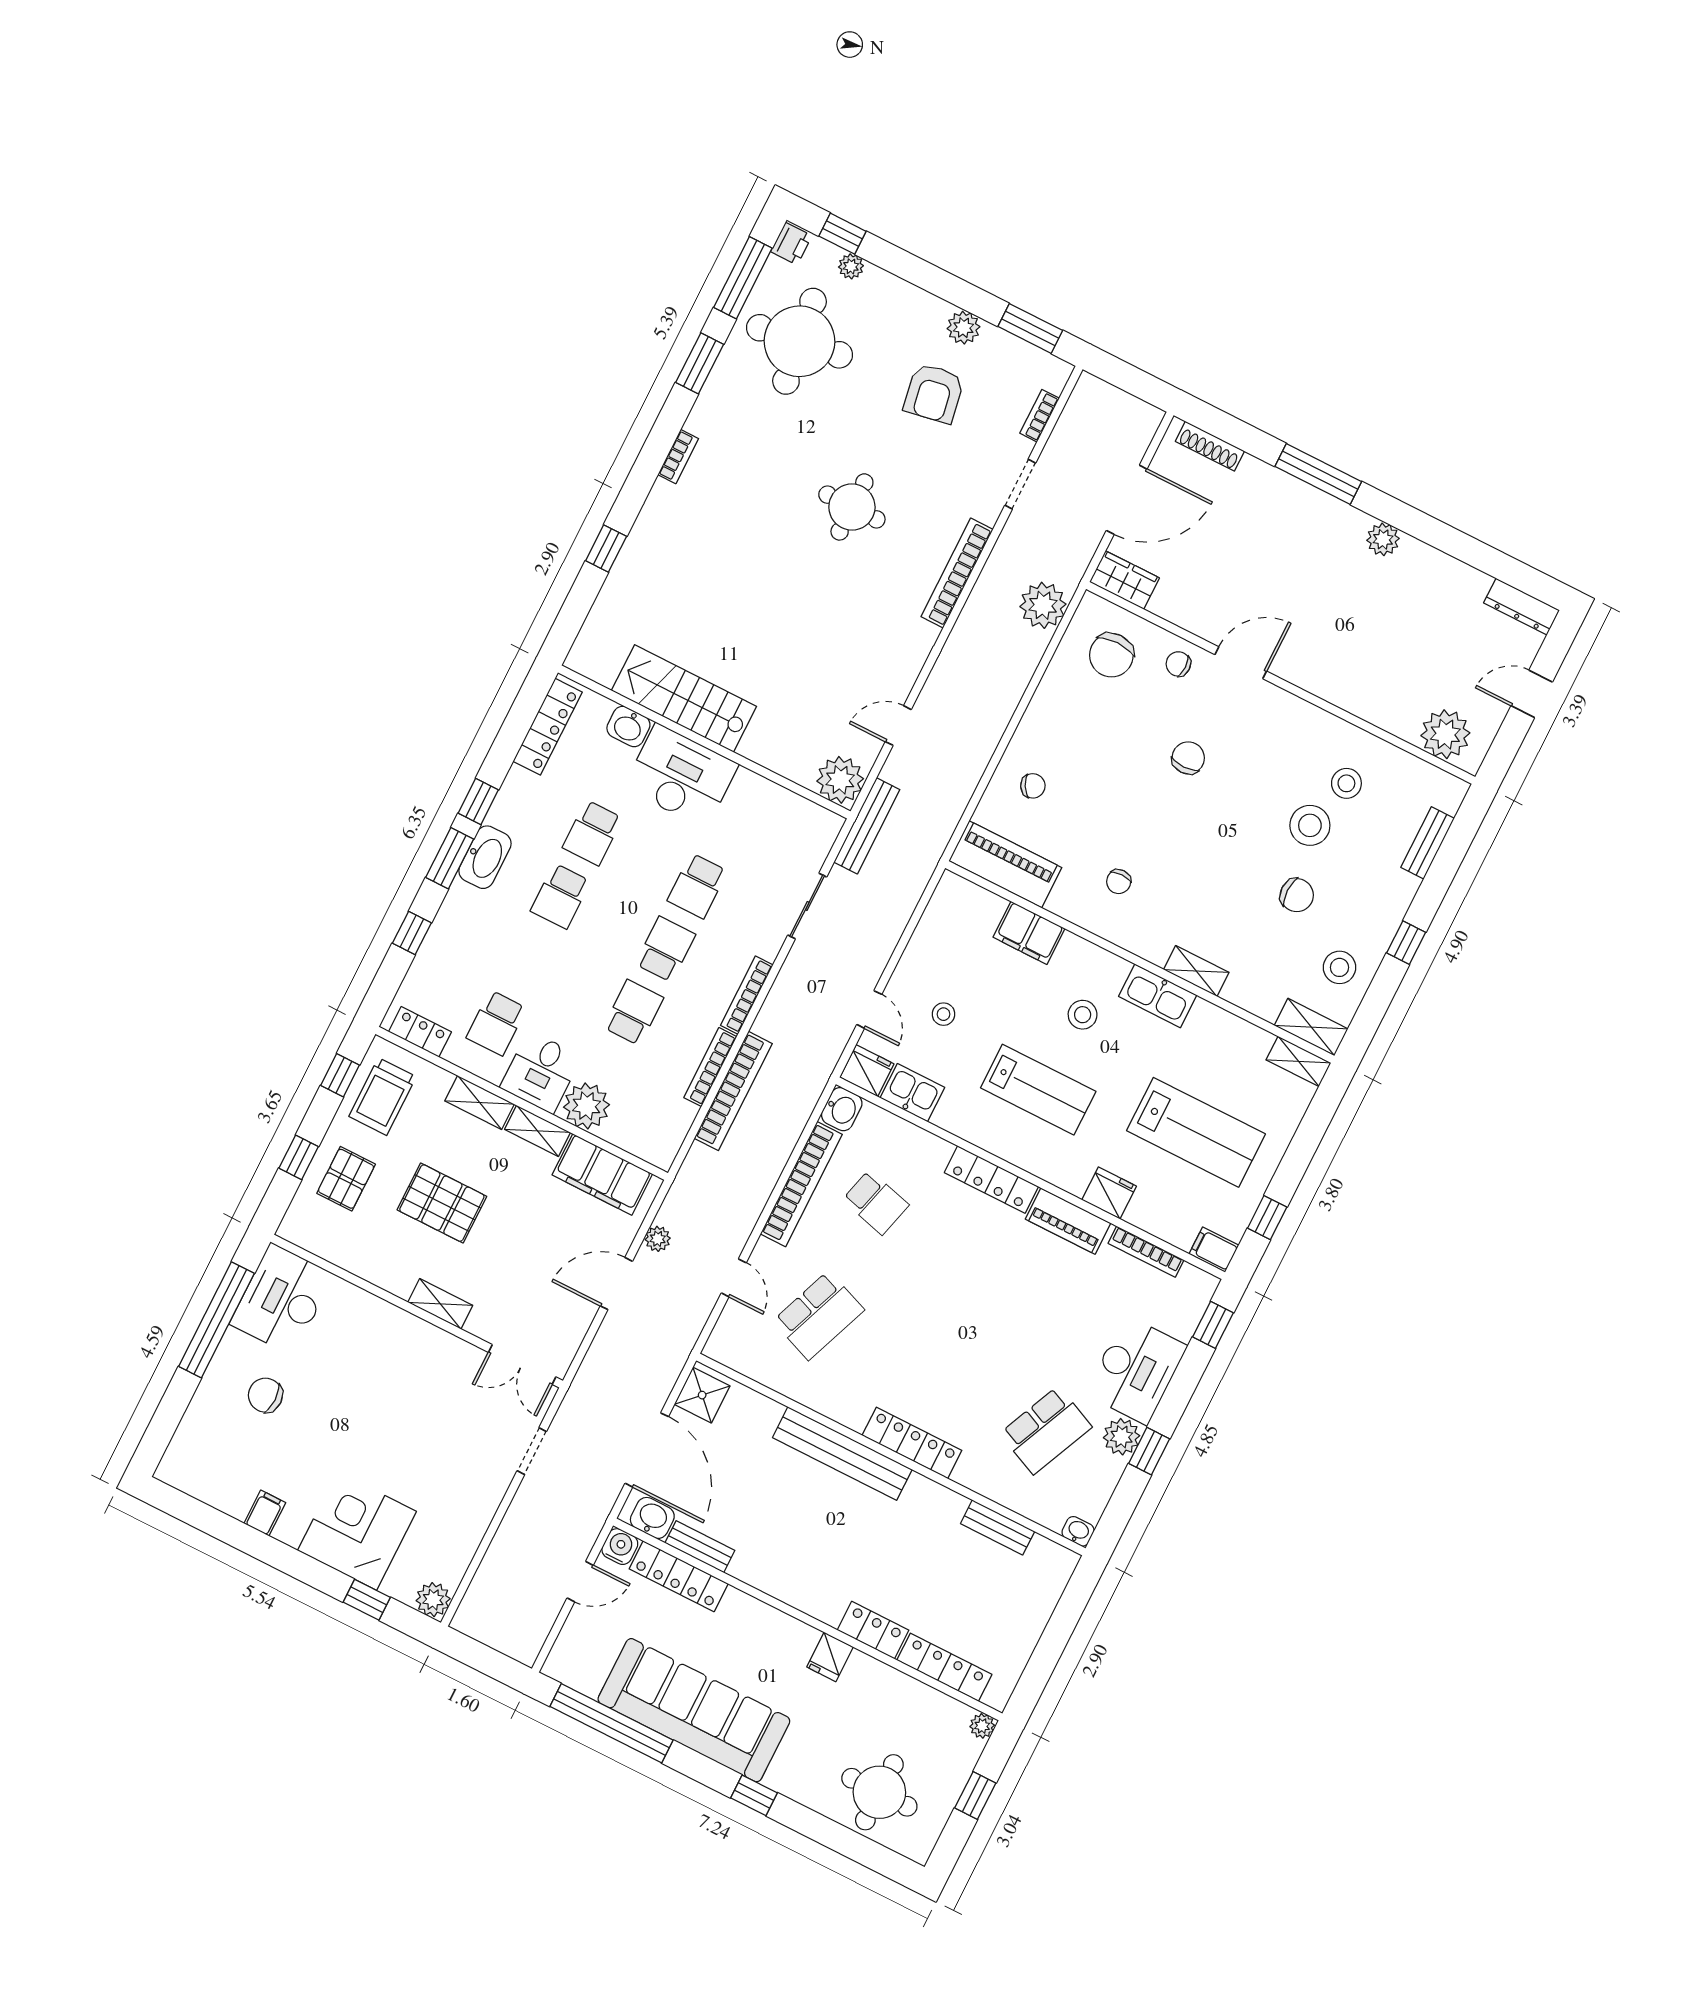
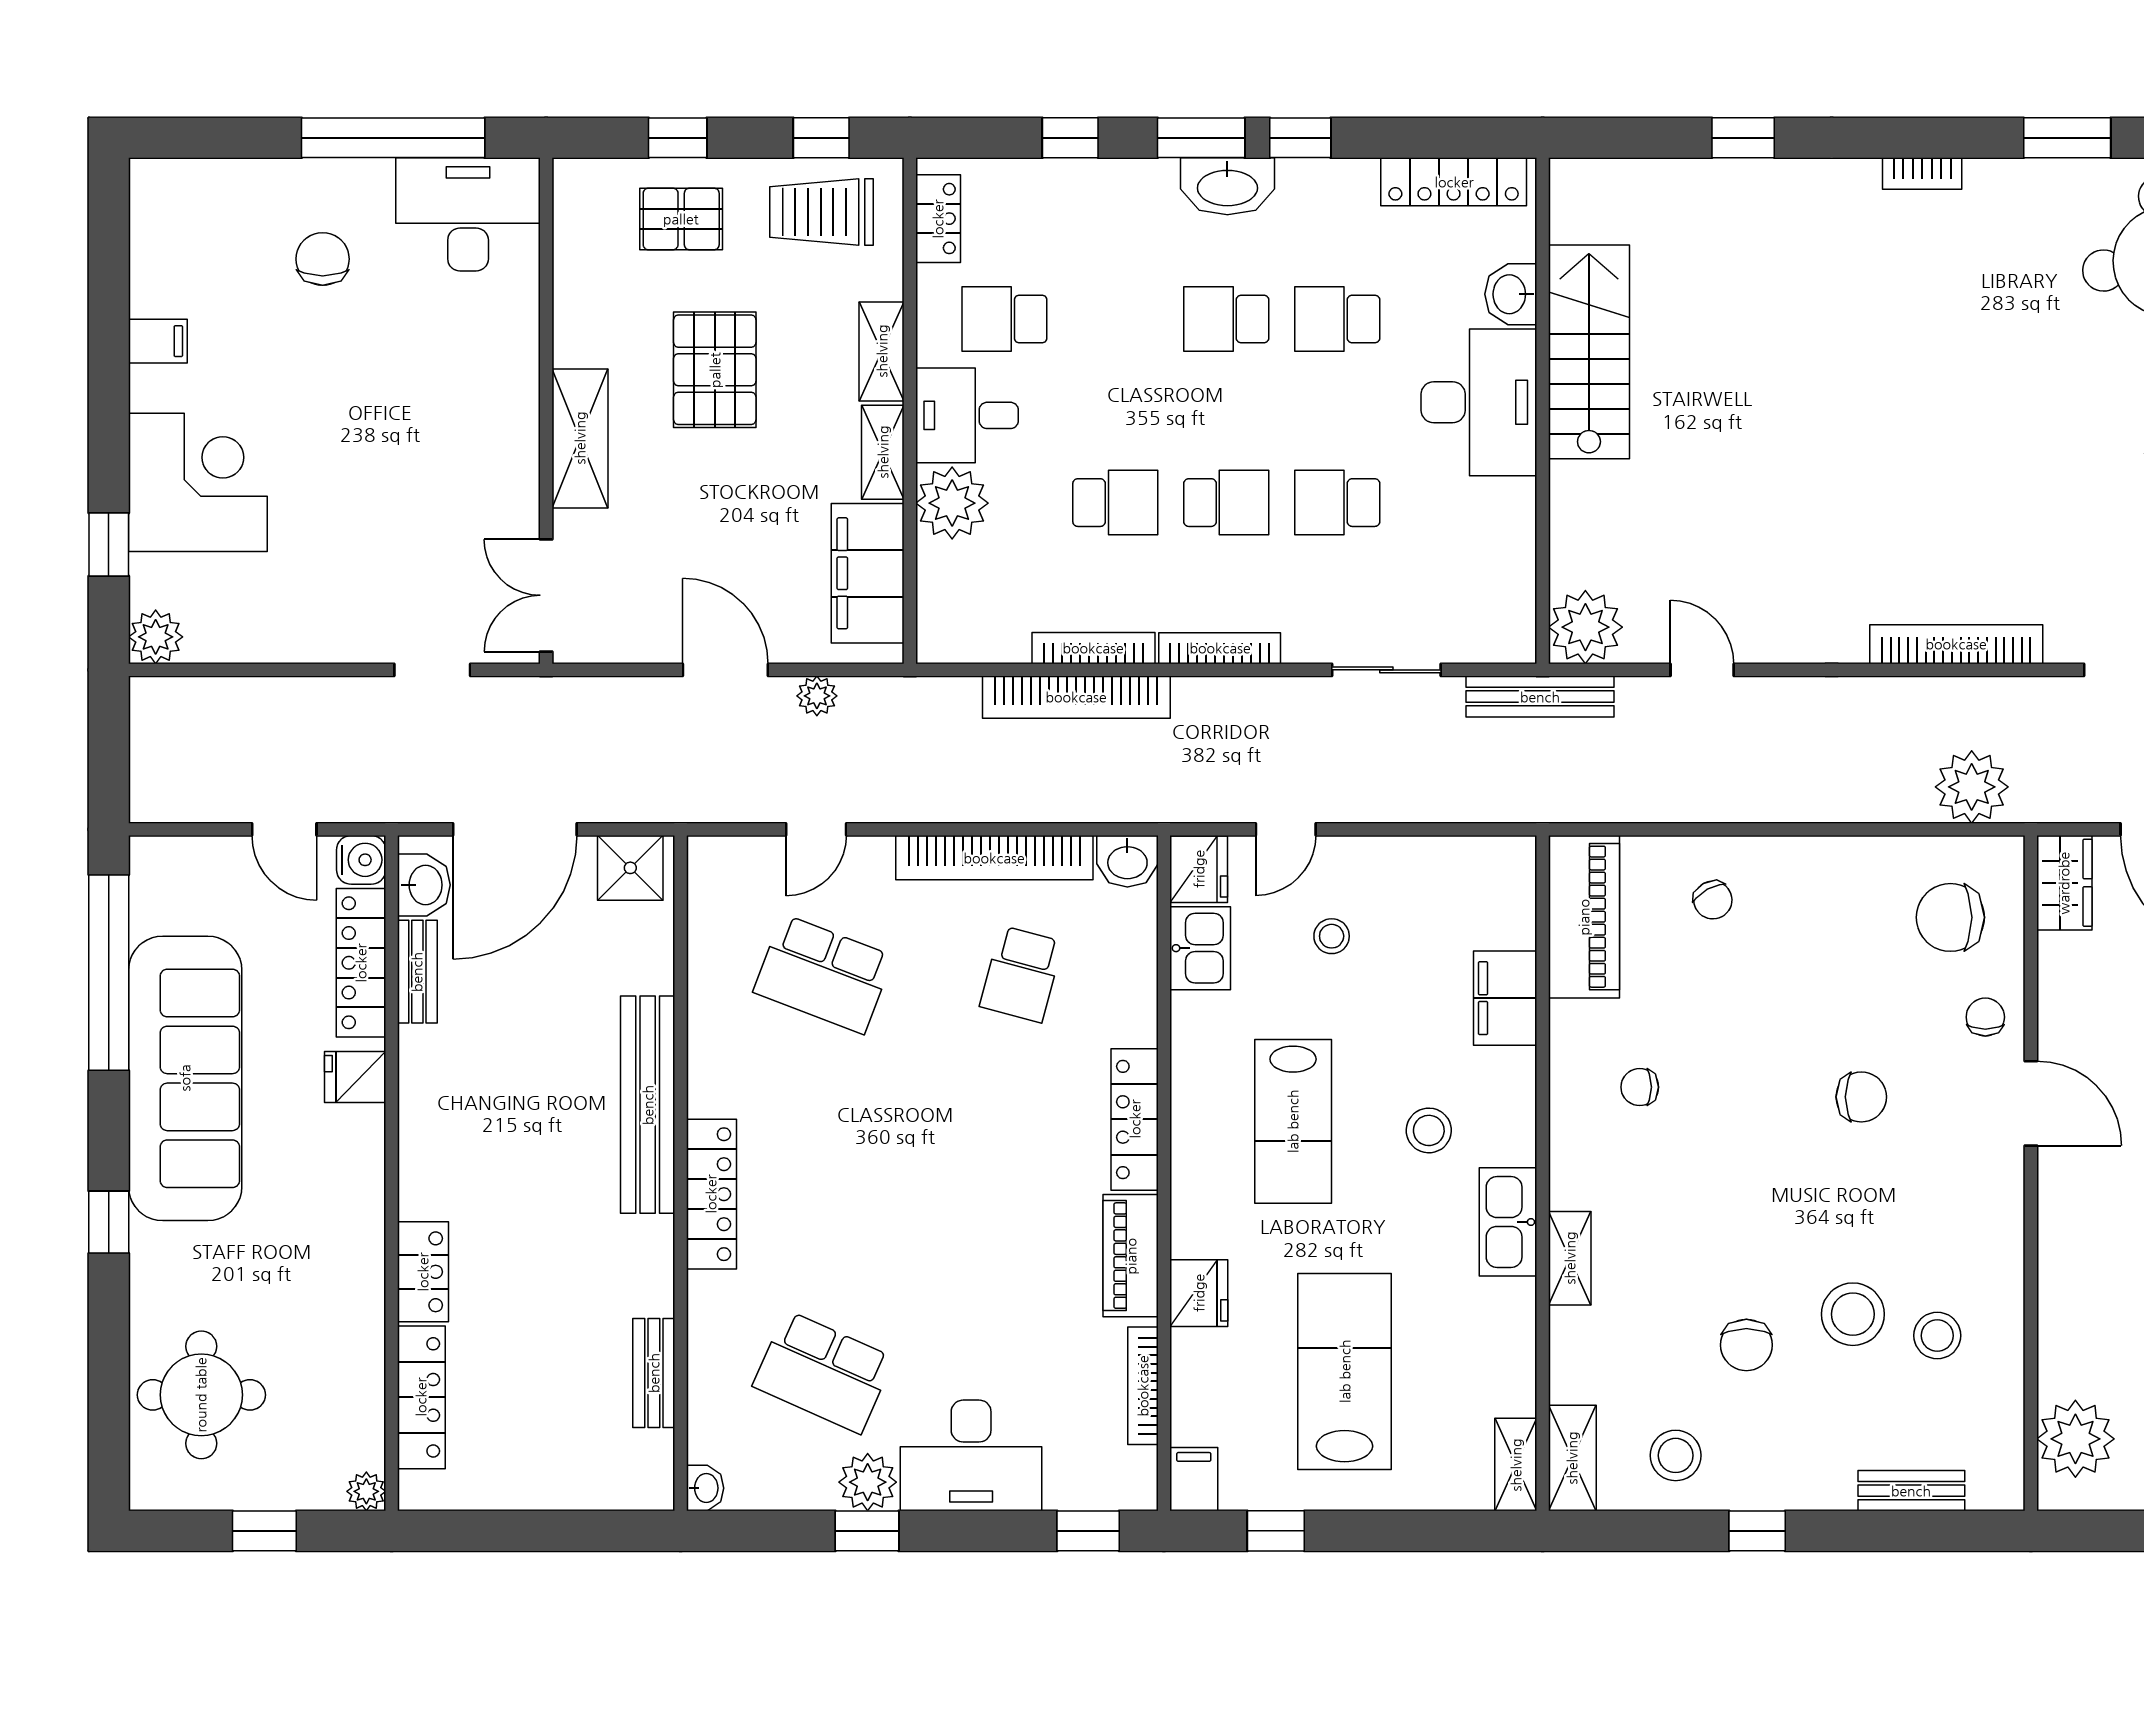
round table: (852, 507) -> (1974, 451), removed
lab bench: (1196, 1132) -> (1345, 1371), turned 180
shelving: (440, 1304) -> (580, 438), width x1.50, depth x1.33
fridge: (830, 1657) -> (355, 1077), moved

